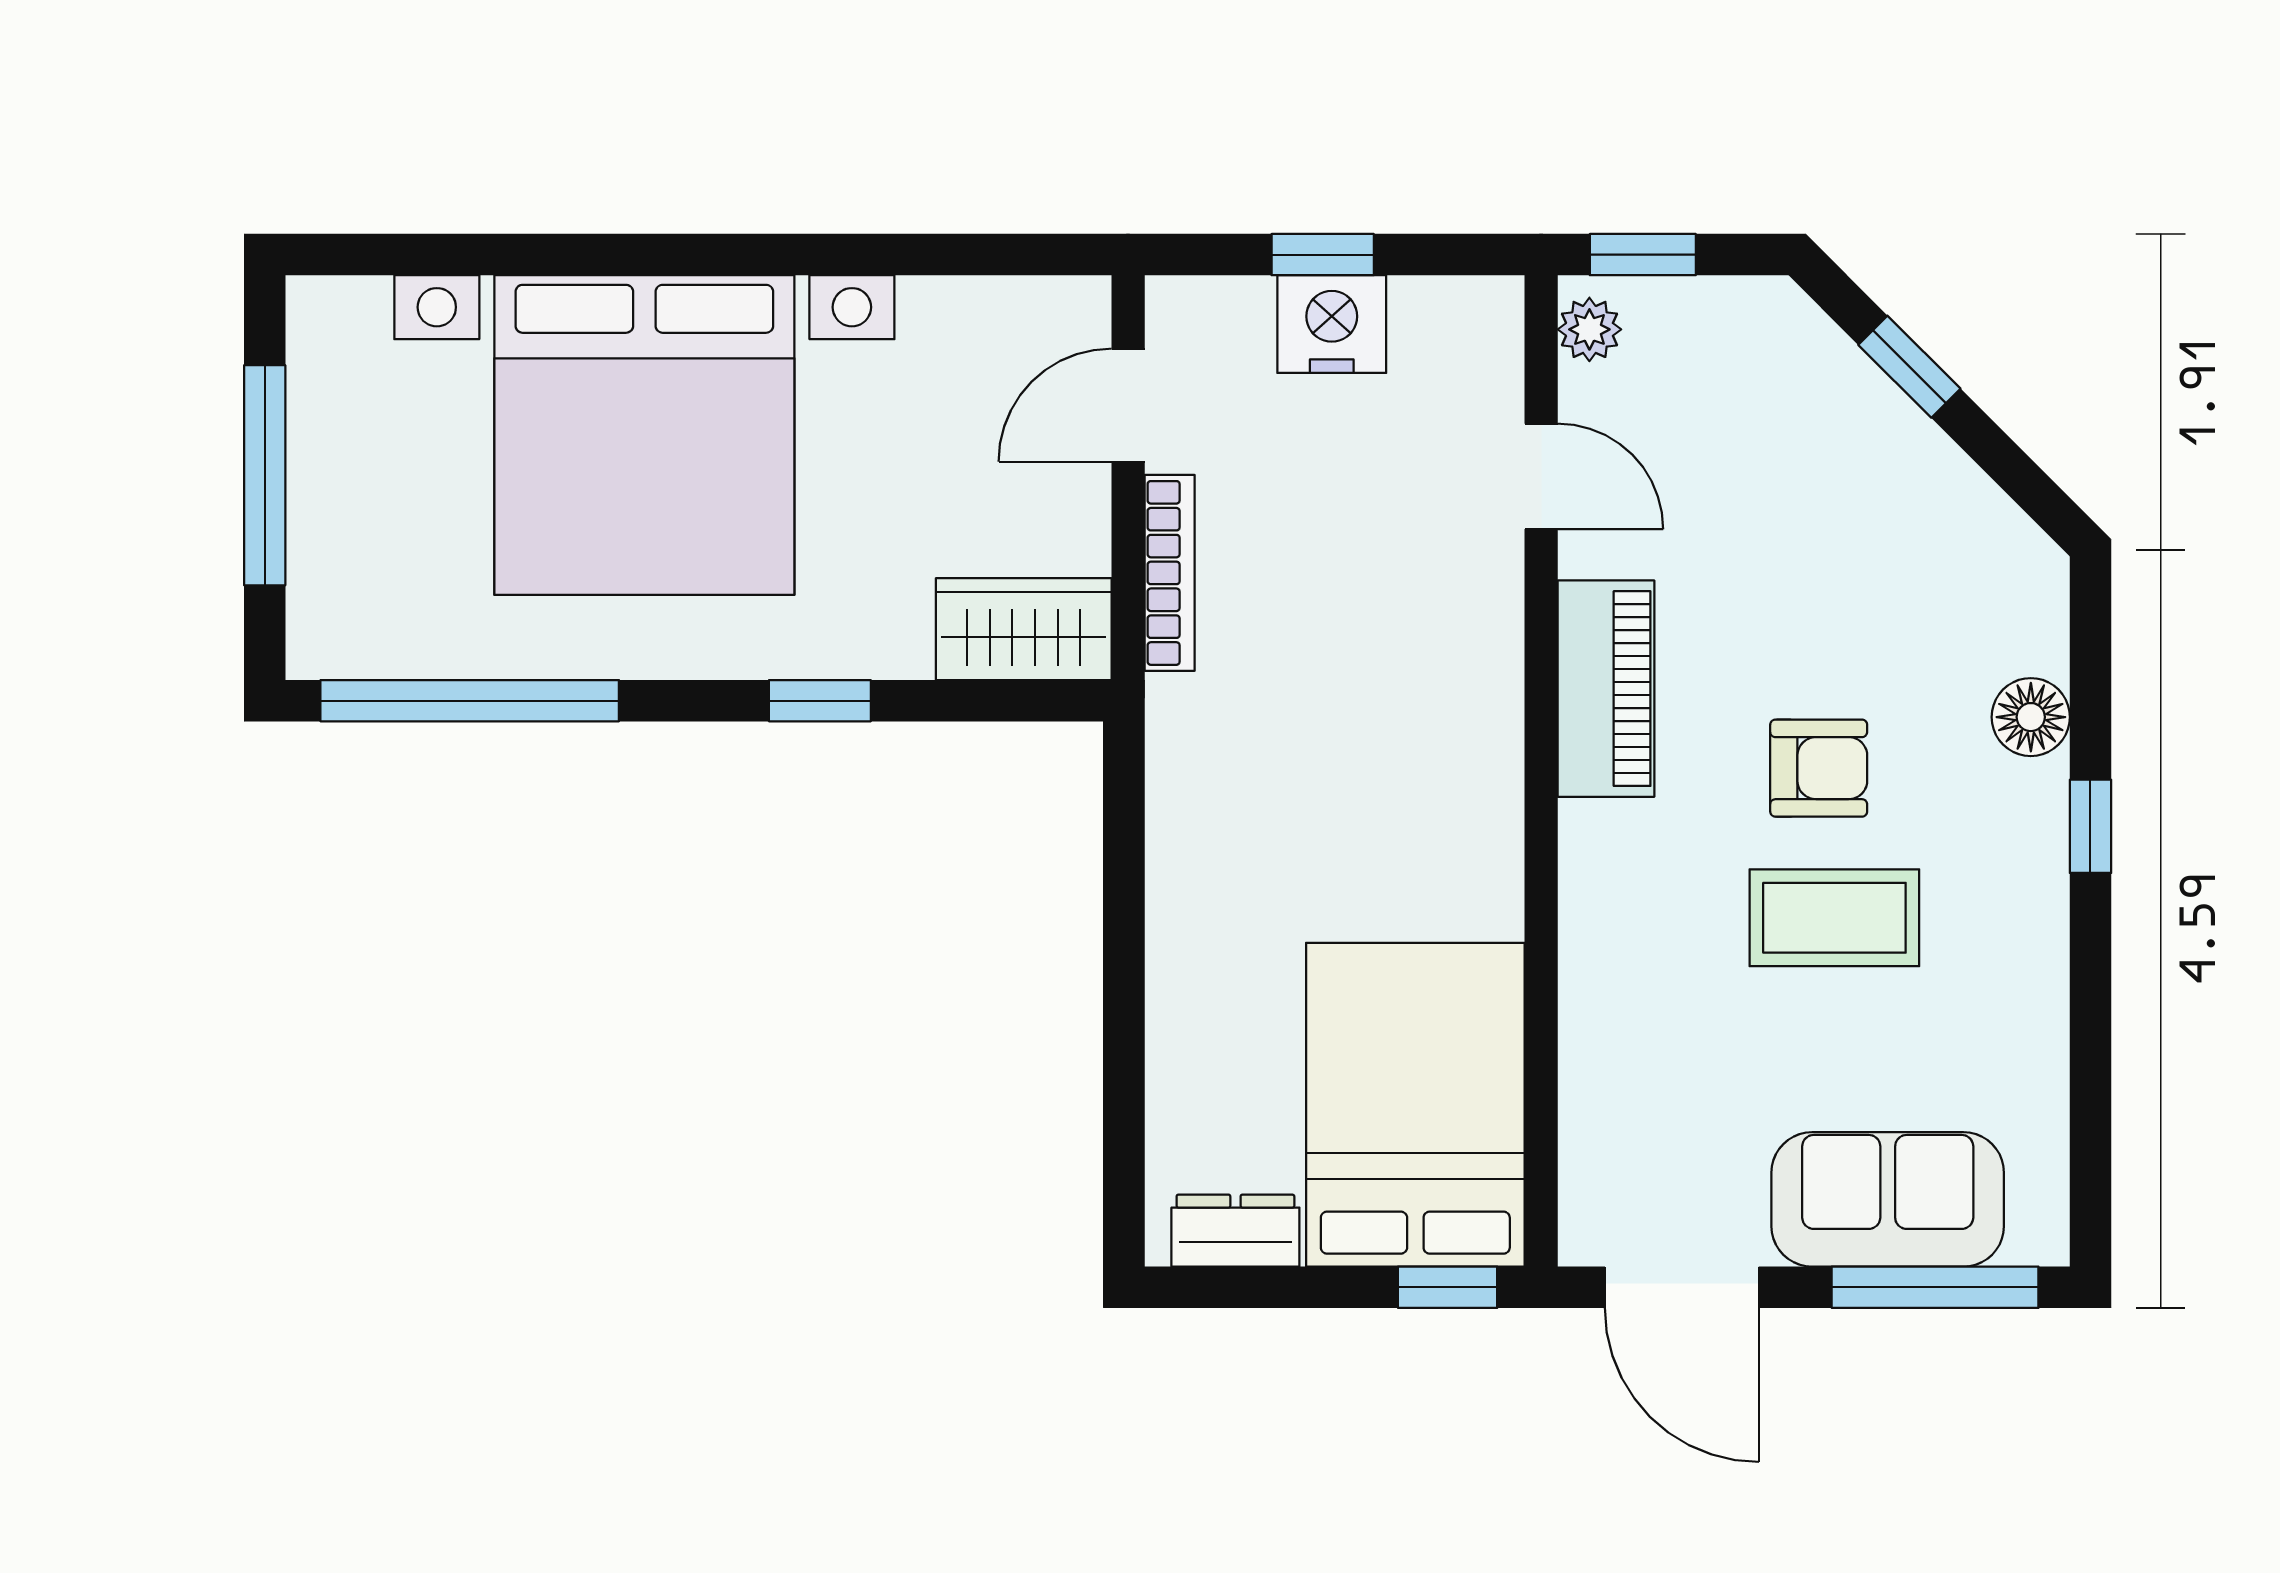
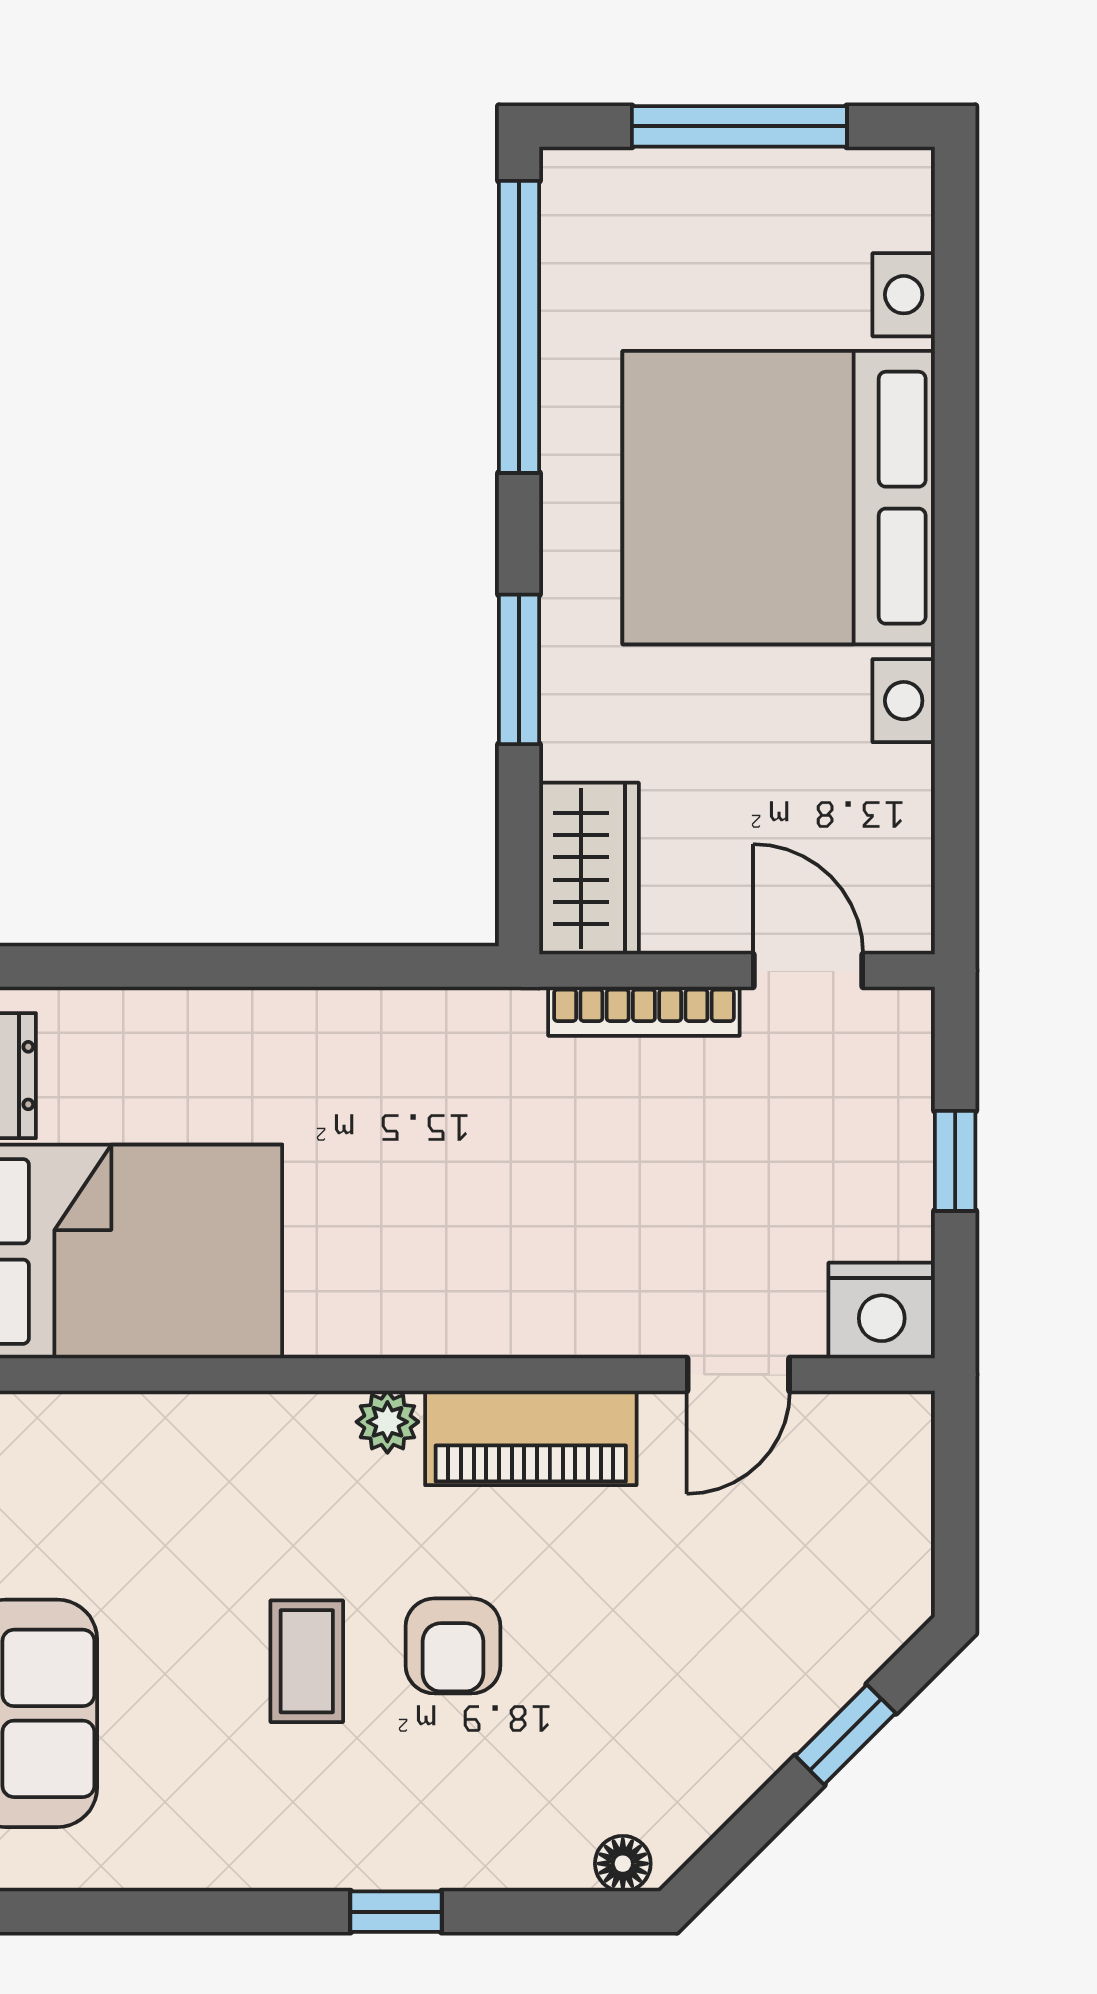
window: (1643, 255) -> (955, 1474), removed
nightstand: (1332, 324) -> (882, 1311), moved, turned 90
plant: (1589, 329) -> (387, 1422), moved
window: (820, 701) -> (519, 669), width x1.50
floor lamp: (2031, 717) -> (623, 1864), moved, width x0.73, depth x0.73
coffee table: (1834, 918) -> (307, 1661), width x0.73, depth x0.77

